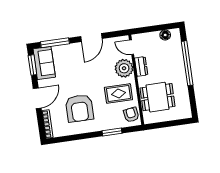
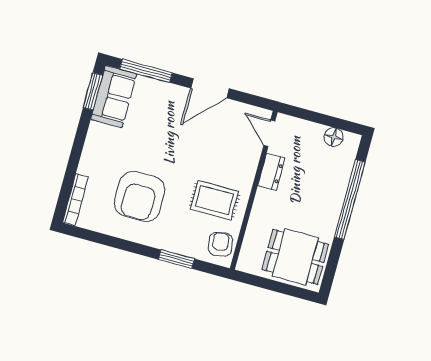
plant: (124, 68) -> (242, 163), removed
dining table: (157, 97) -> (295, 257), moved
door: (37, 98) -> (77, 150), removed

